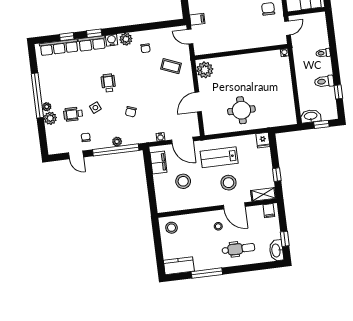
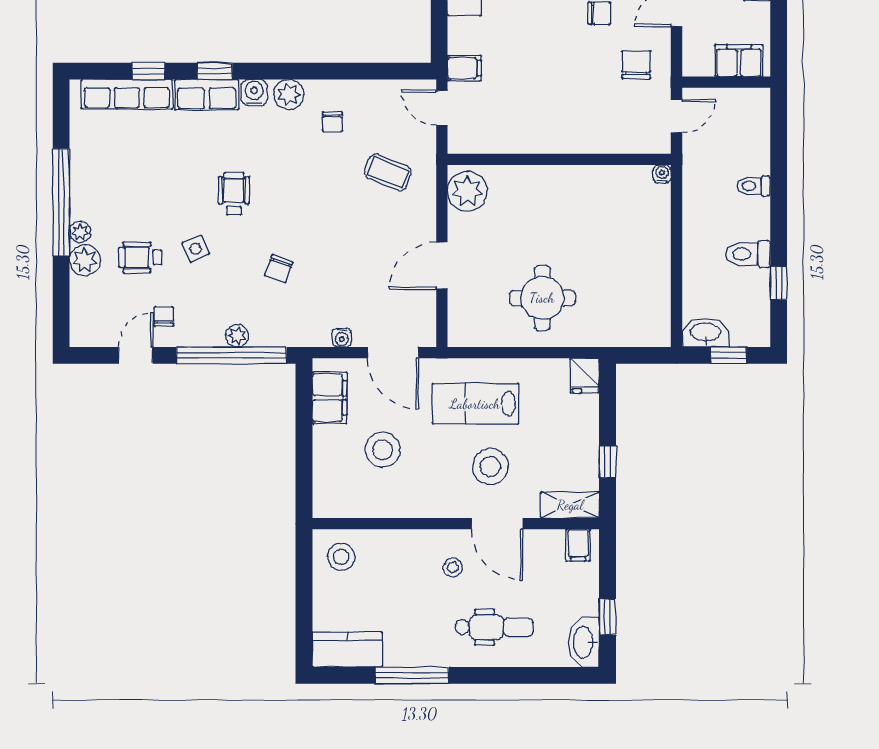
door: (76, 155) -> (135, 355), swing flipped

